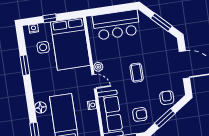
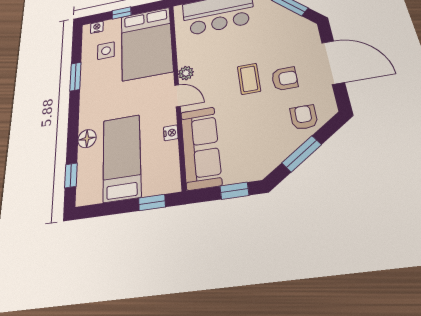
armchair: (140, 114) -> (285, 79), moved

